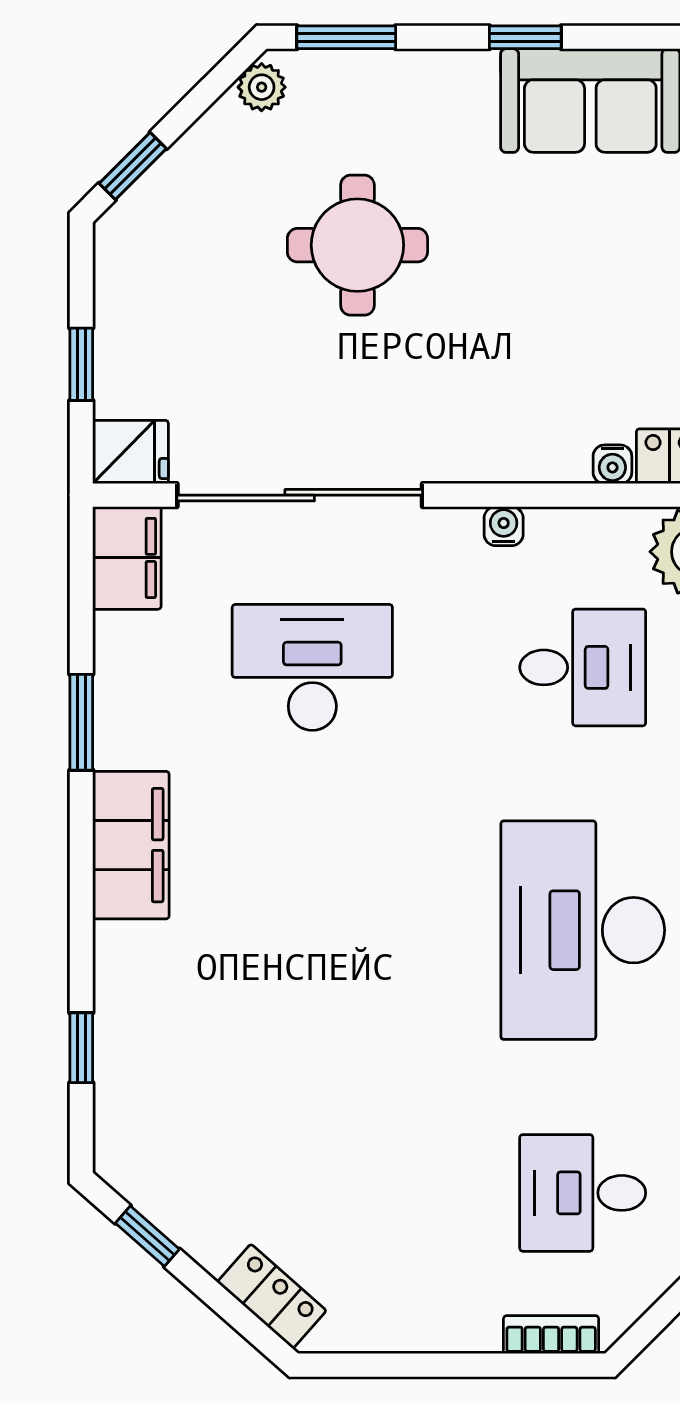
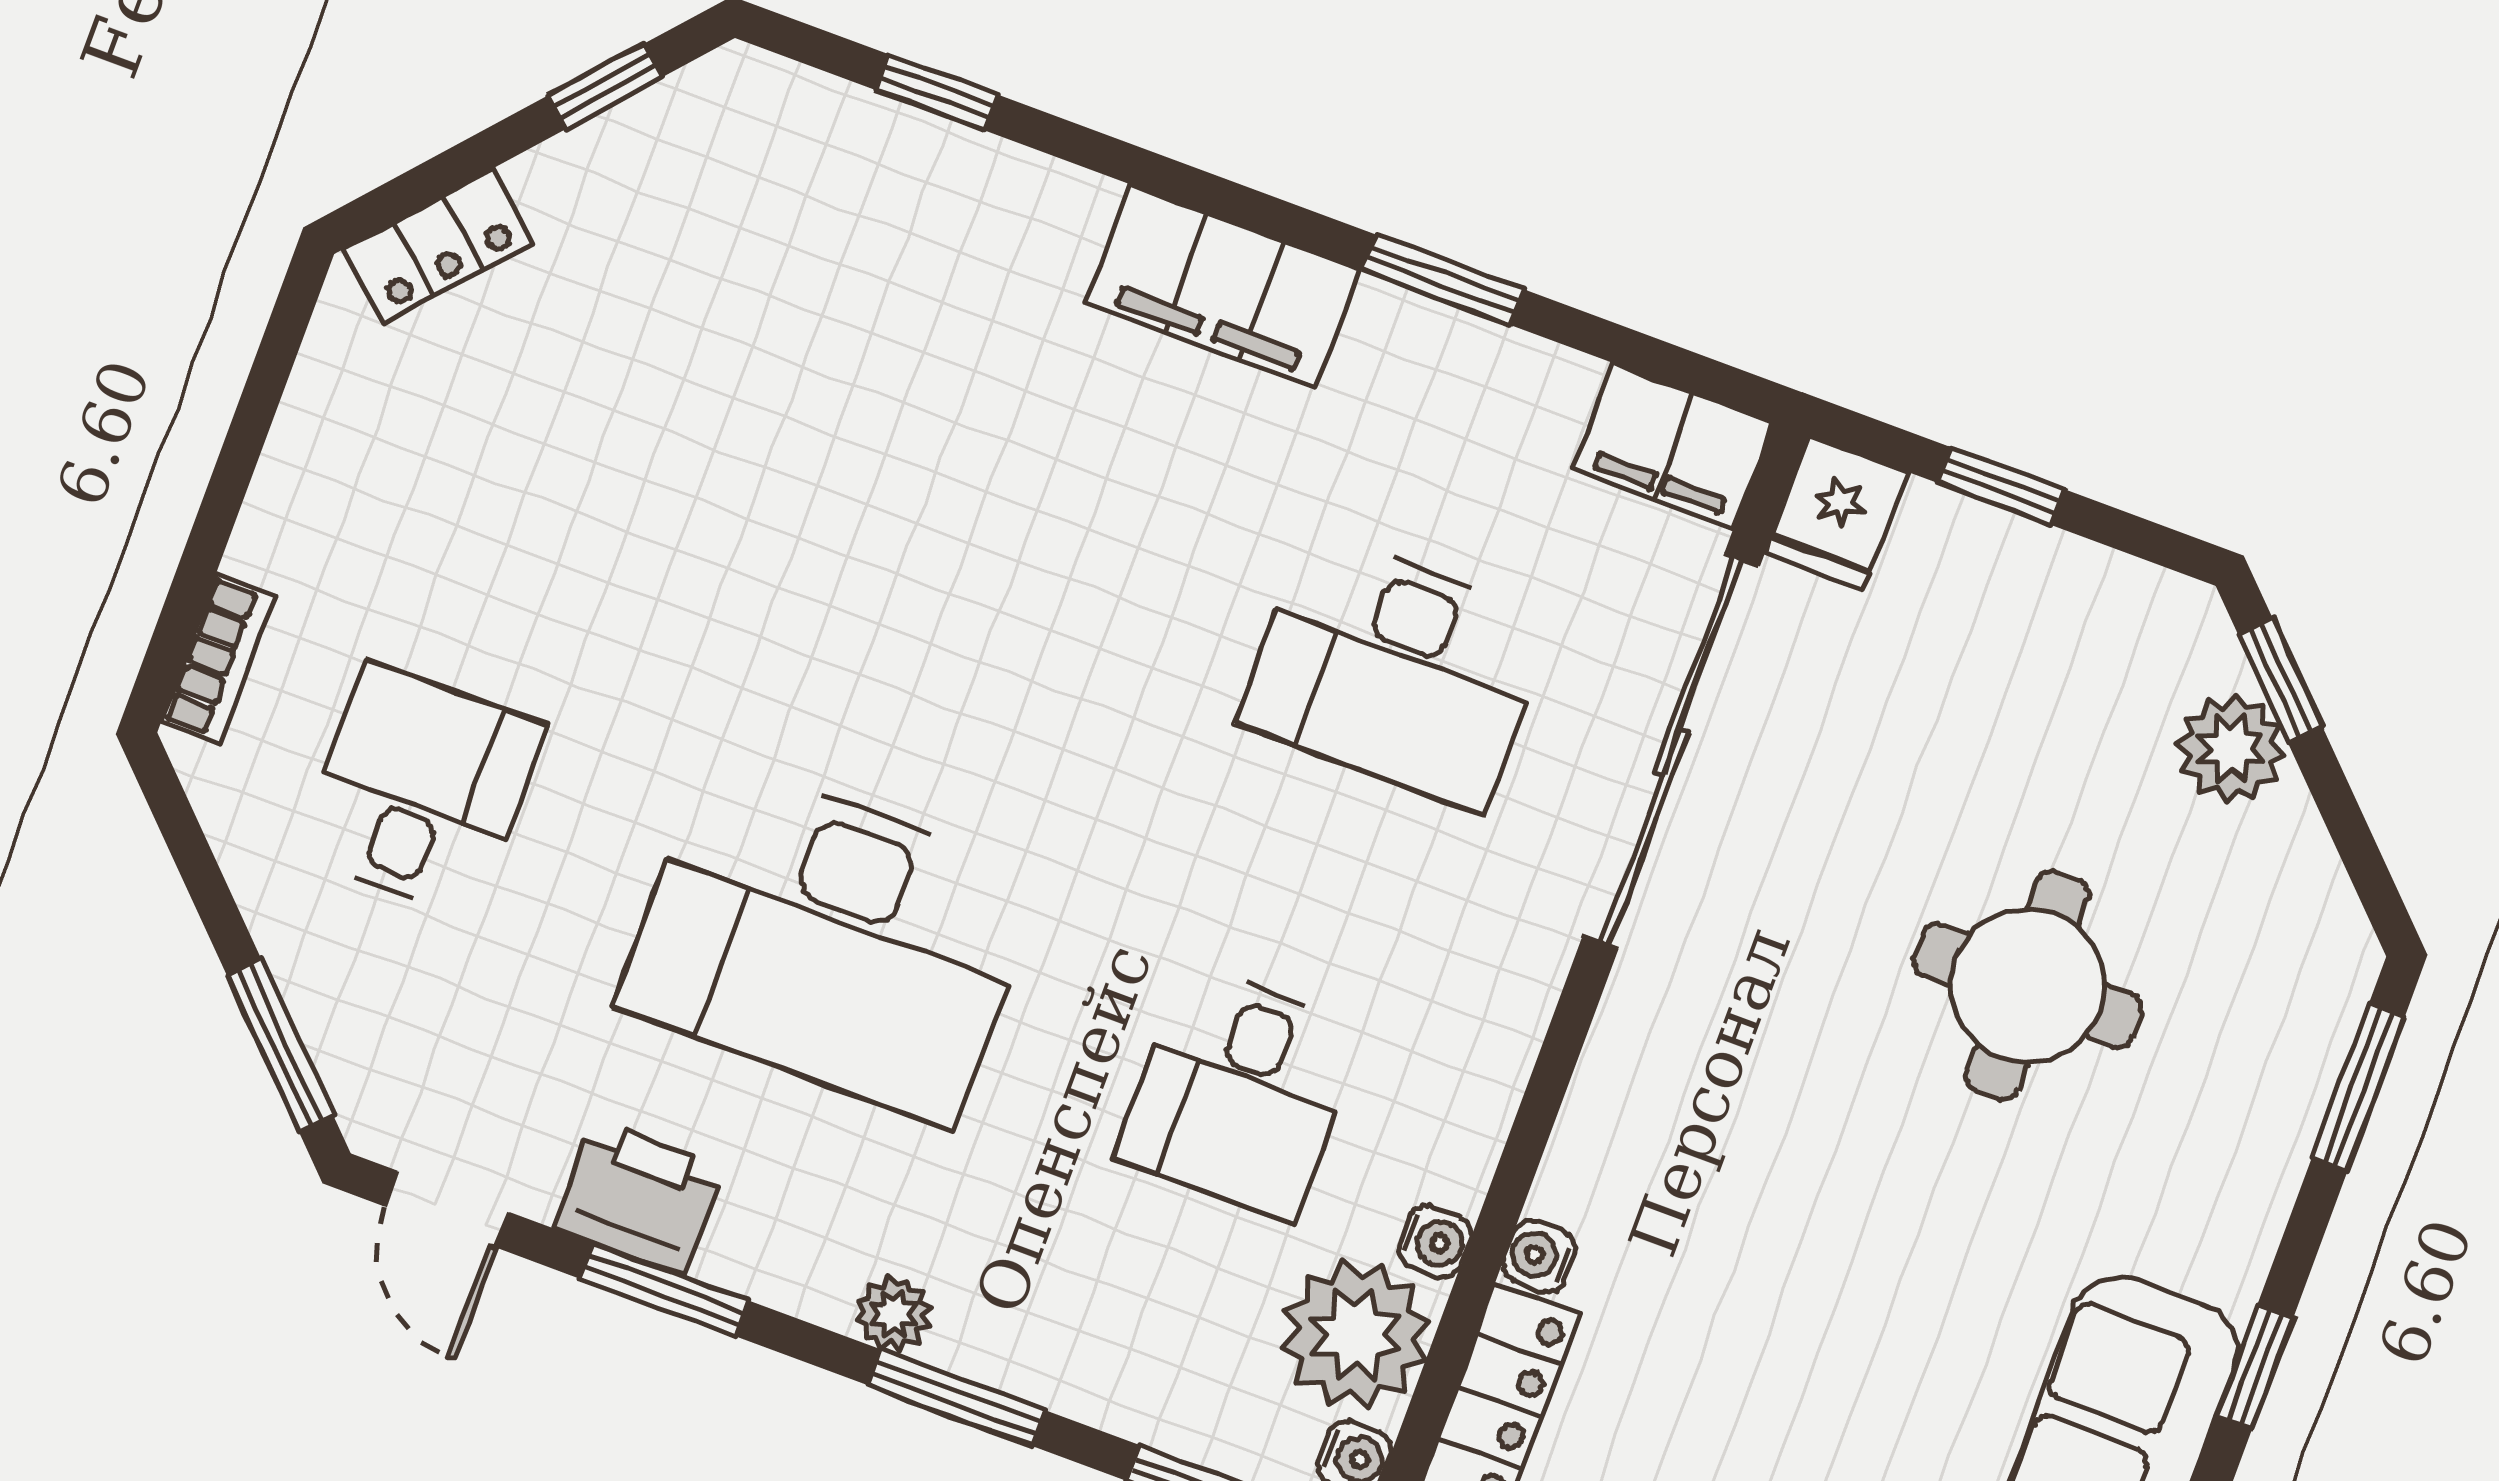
plant: (262, 87) -> (2231, 749), moved, width x1.38, depth x1.38
water cooler: (504, 526) -> (1435, 1241), moved
desk: (312, 667) -> (1396, 672), turned 90
desk: (583, 930) -> (830, 941), turned 180

